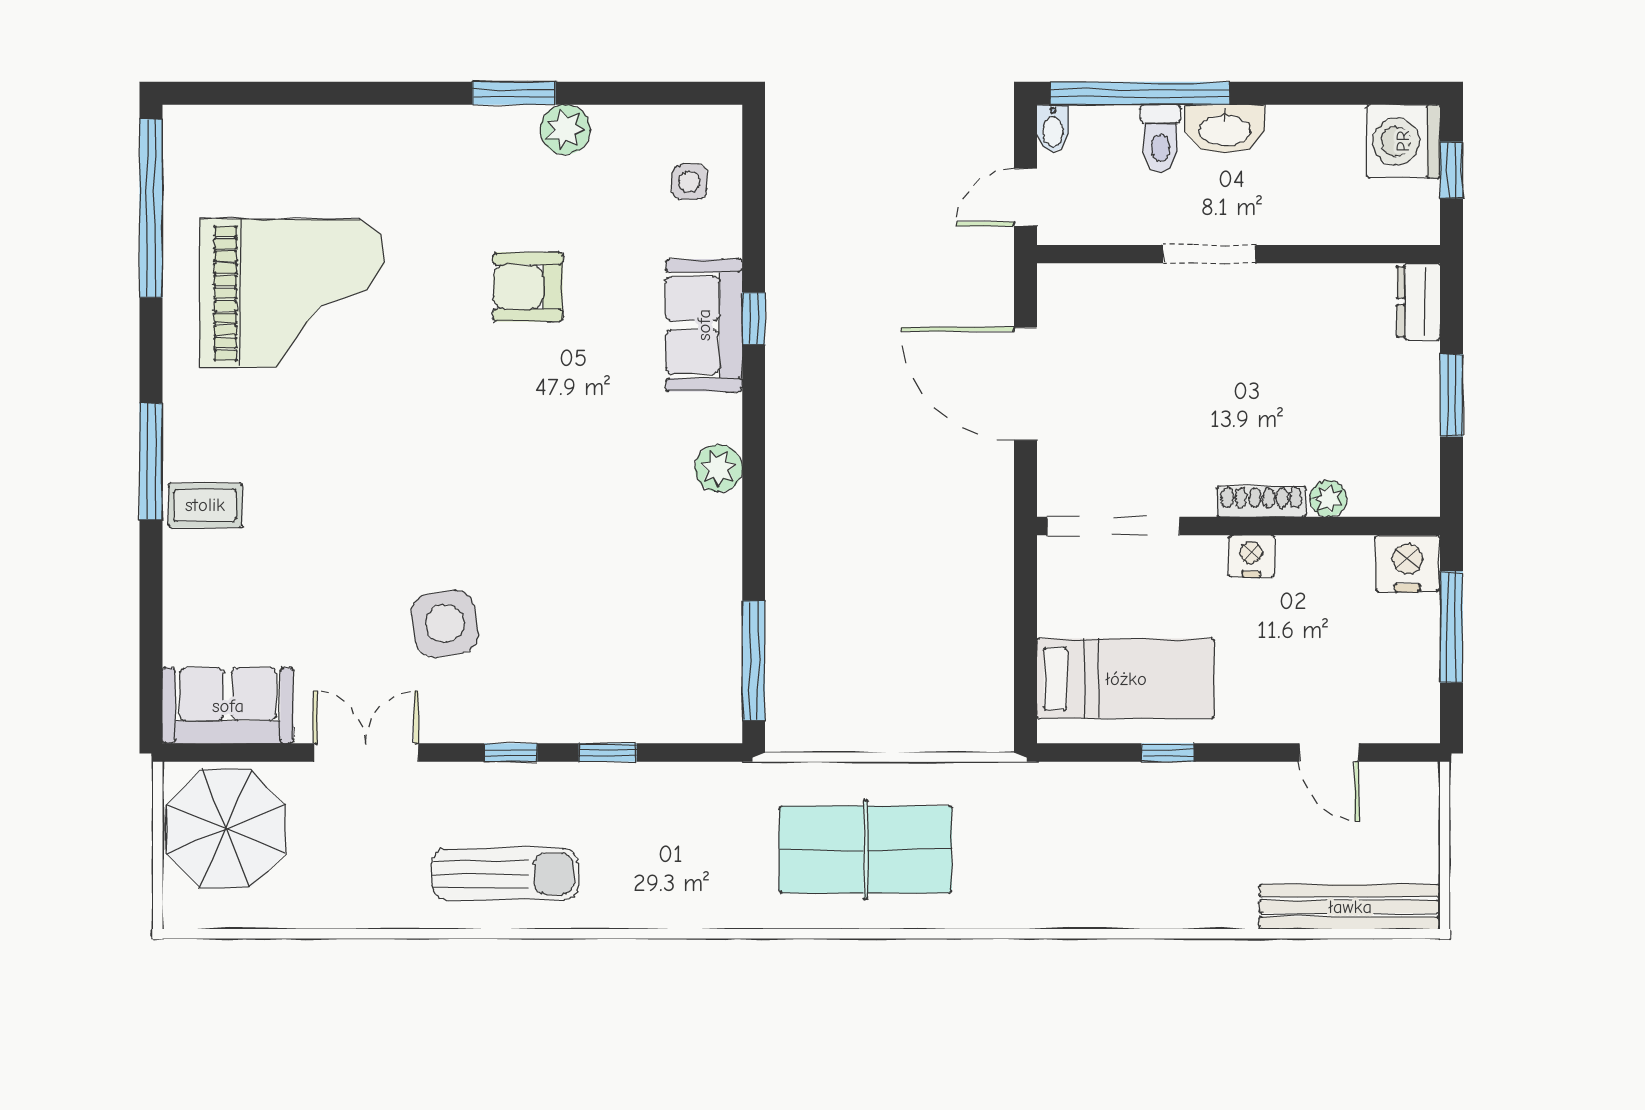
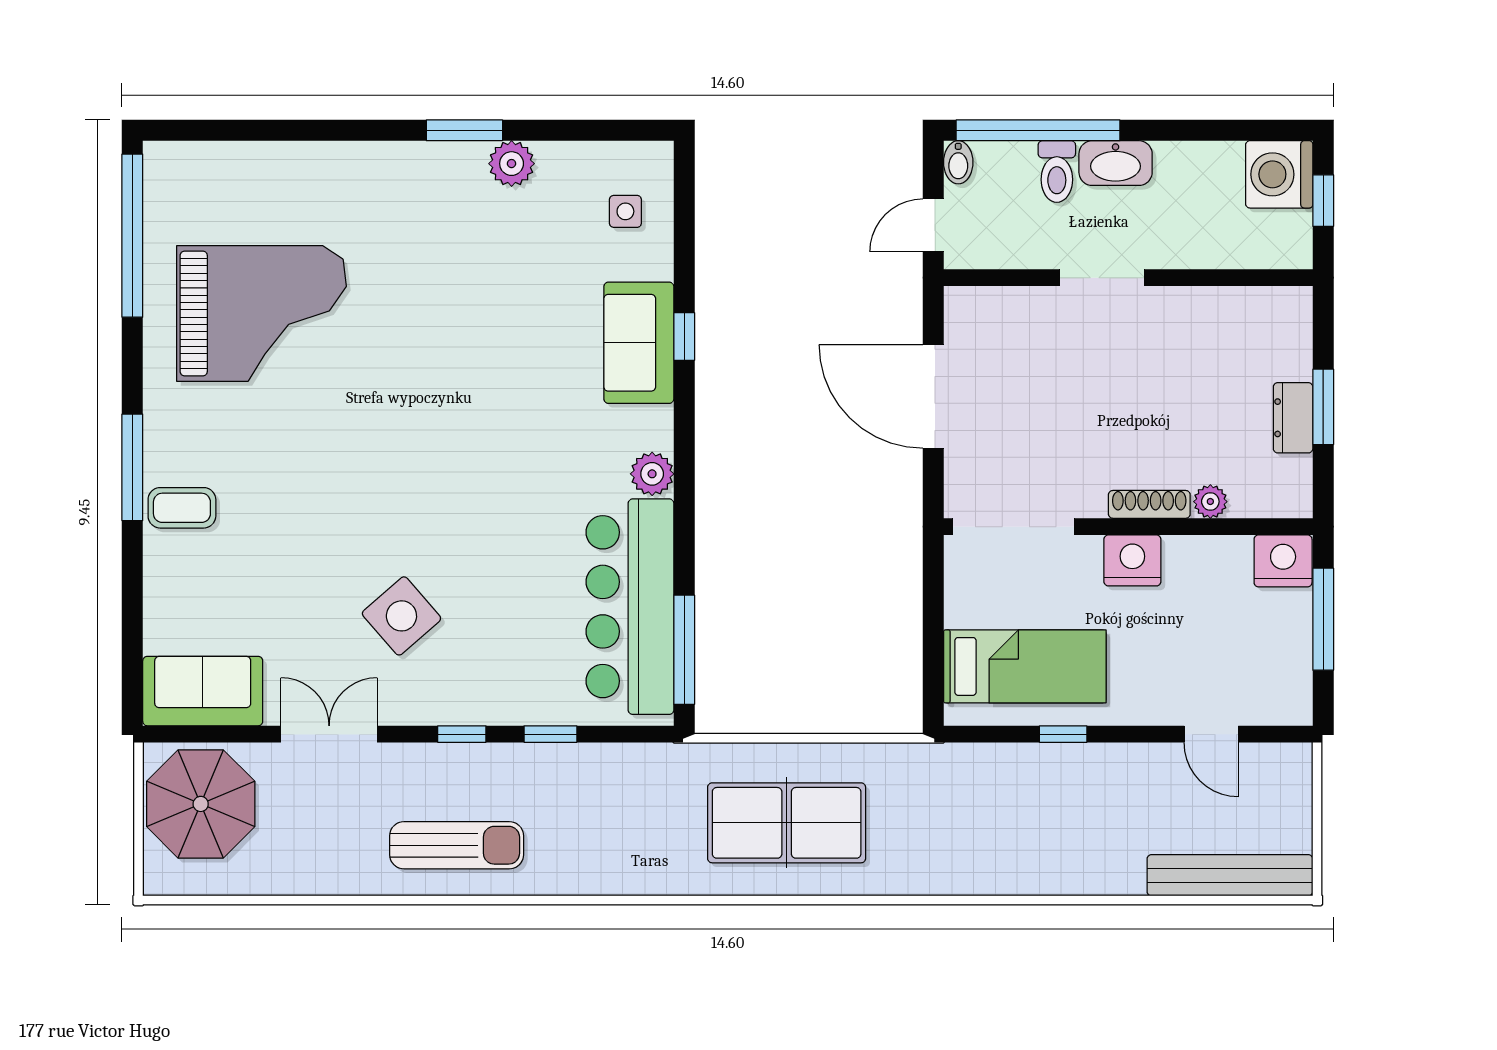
armchair: (528, 287) -> (477, 308), removed
dresser: (1419, 302) -> (1293, 418), moved
nightstand: (1251, 556) -> (1132, 560), width x1.36, depth x1.33
bar counter: (694, 613) -> (630, 607), added
side table: (445, 624) -> (401, 616), turned -32

